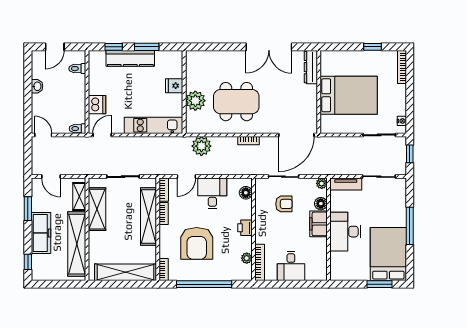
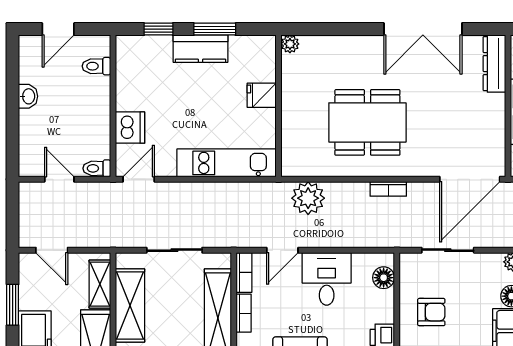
kitchen counter: (130, 58) -> (201, 49), width x0.67
plant: (195, 101) -> (290, 44), moved, width x0.53, depth x0.53
door: (43, 135) -> (59, 179), moved
armchair: (284, 204) -> (431, 312), moved

